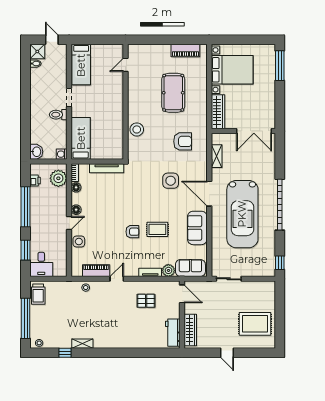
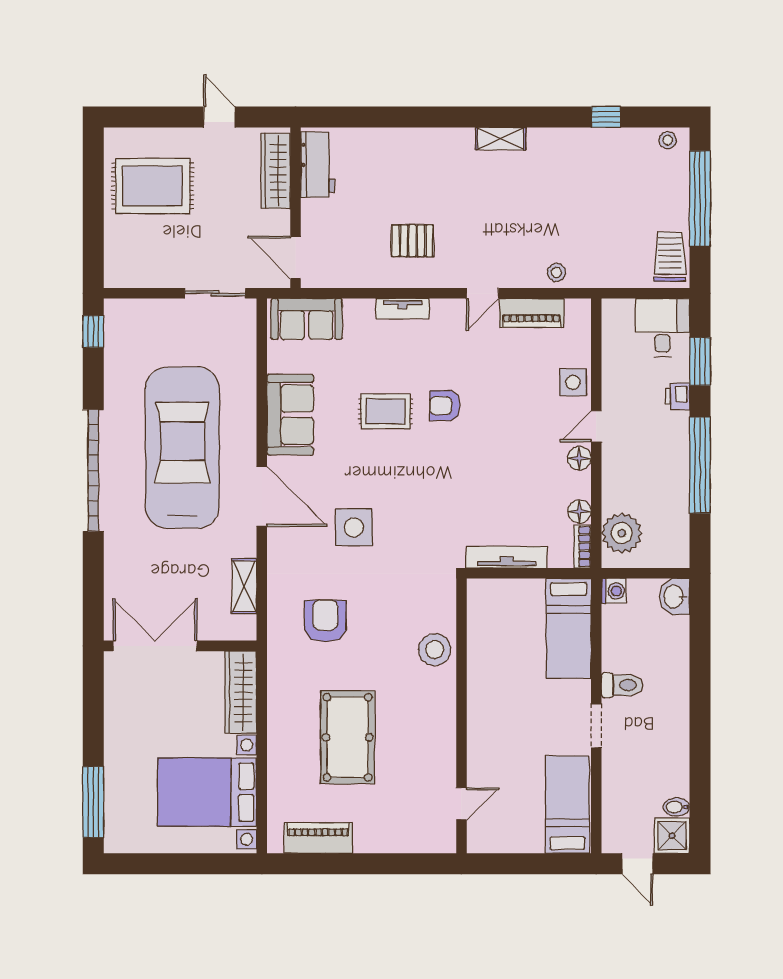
armchair: (183, 141) -> (325, 621), turned 90
printer: (35, 181) -> (678, 396), moved
plant: (168, 270) -> (359, 313), removed
door: (182, 294) -> (296, 257), moved
wall: (182, 315) -> (296, 208), moved
wardrobe: (190, 330) -> (276, 171), moved
workbench: (173, 333) -> (318, 165), moved
shelving: (82, 344) -> (501, 139), moved

